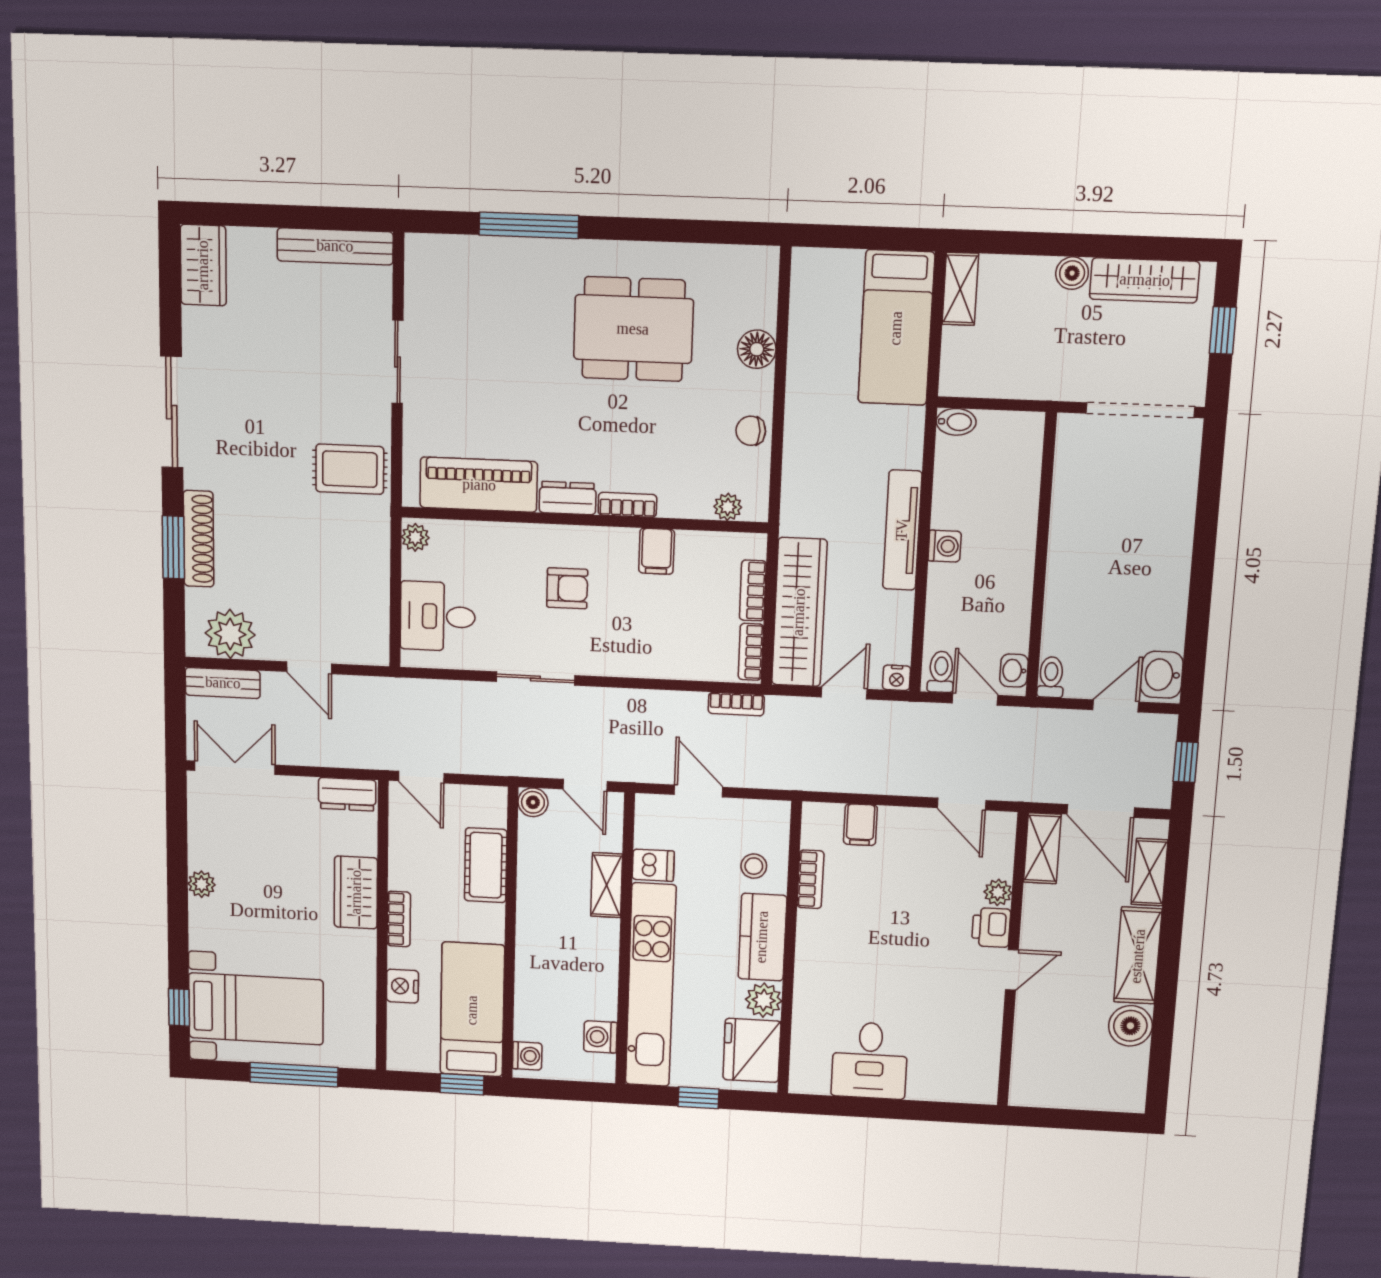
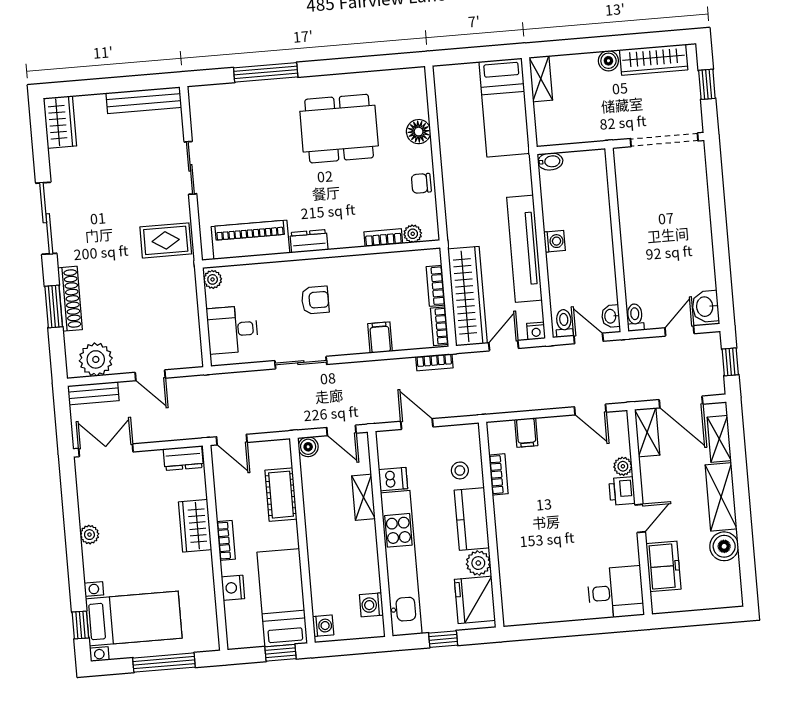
bookcase: (627, 505) -> (383, 238), moved
tv unit: (902, 530) -> (524, 249), width x1.36, depth x1.29
filing cabinet: (657, 551) -> (380, 338), moved, turned 180
freezer: (1036, 1042) -> (663, 566), added
desk: (870, 1060) -> (616, 592), moved, turned -90

